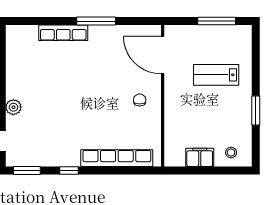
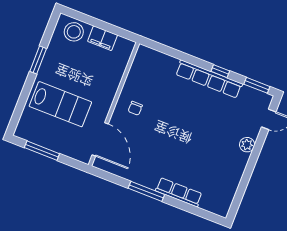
lab bench: (216, 75) -> (60, 104), width x1.36, depth x1.39
stool: (231, 152) -> (74, 32), width x1.89, depth x1.89
row of seats: (117, 158) -> (209, 79), moved

